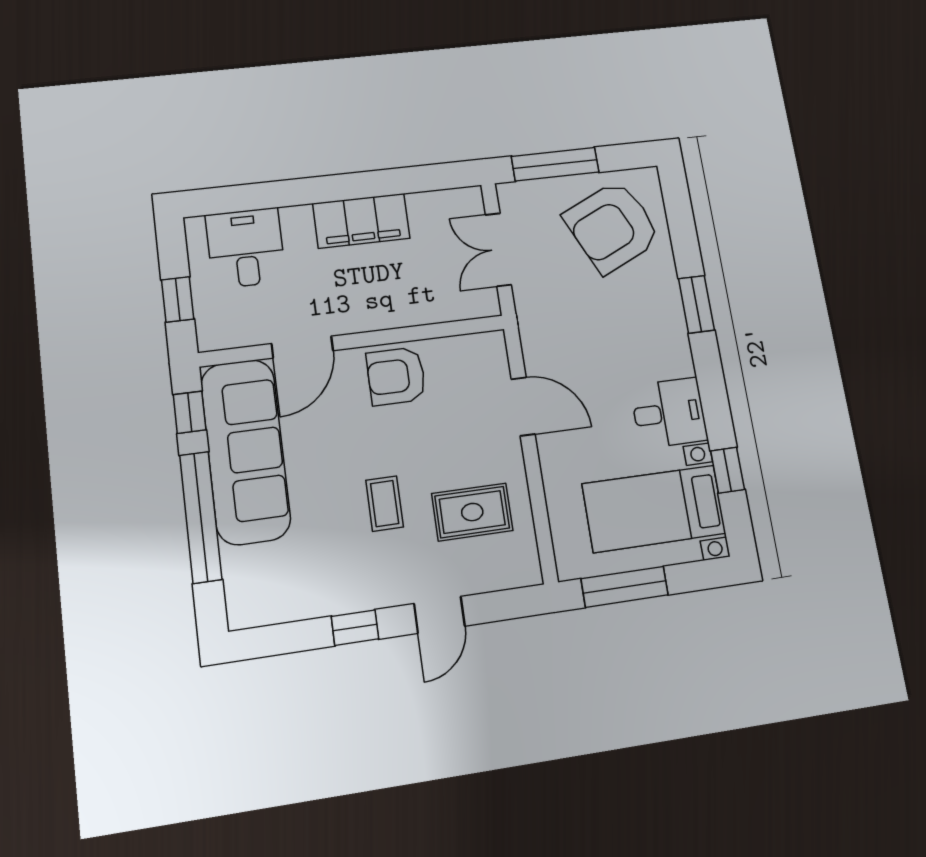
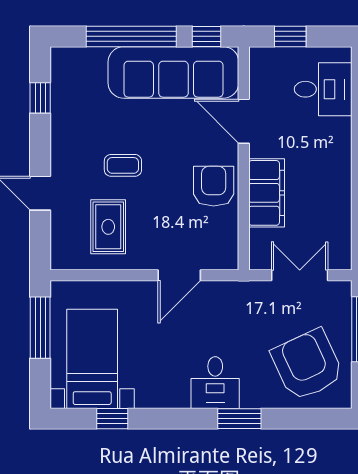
filing cabinet: (361, 221) -> (267, 193), moved, turned 180
desk: (669, 413) -> (215, 383), moved
window: (355, 628) -> (40, 98), moved

